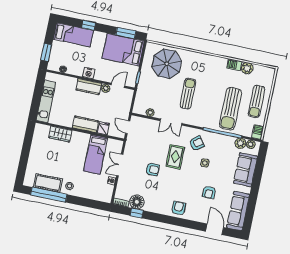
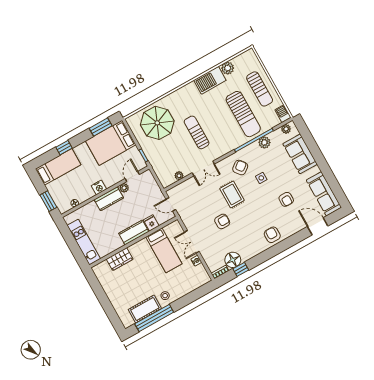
barbecue: (234, 65) -> (210, 80), width x1.88, depth x1.53
plant: (240, 143) -> (264, 142), moved

